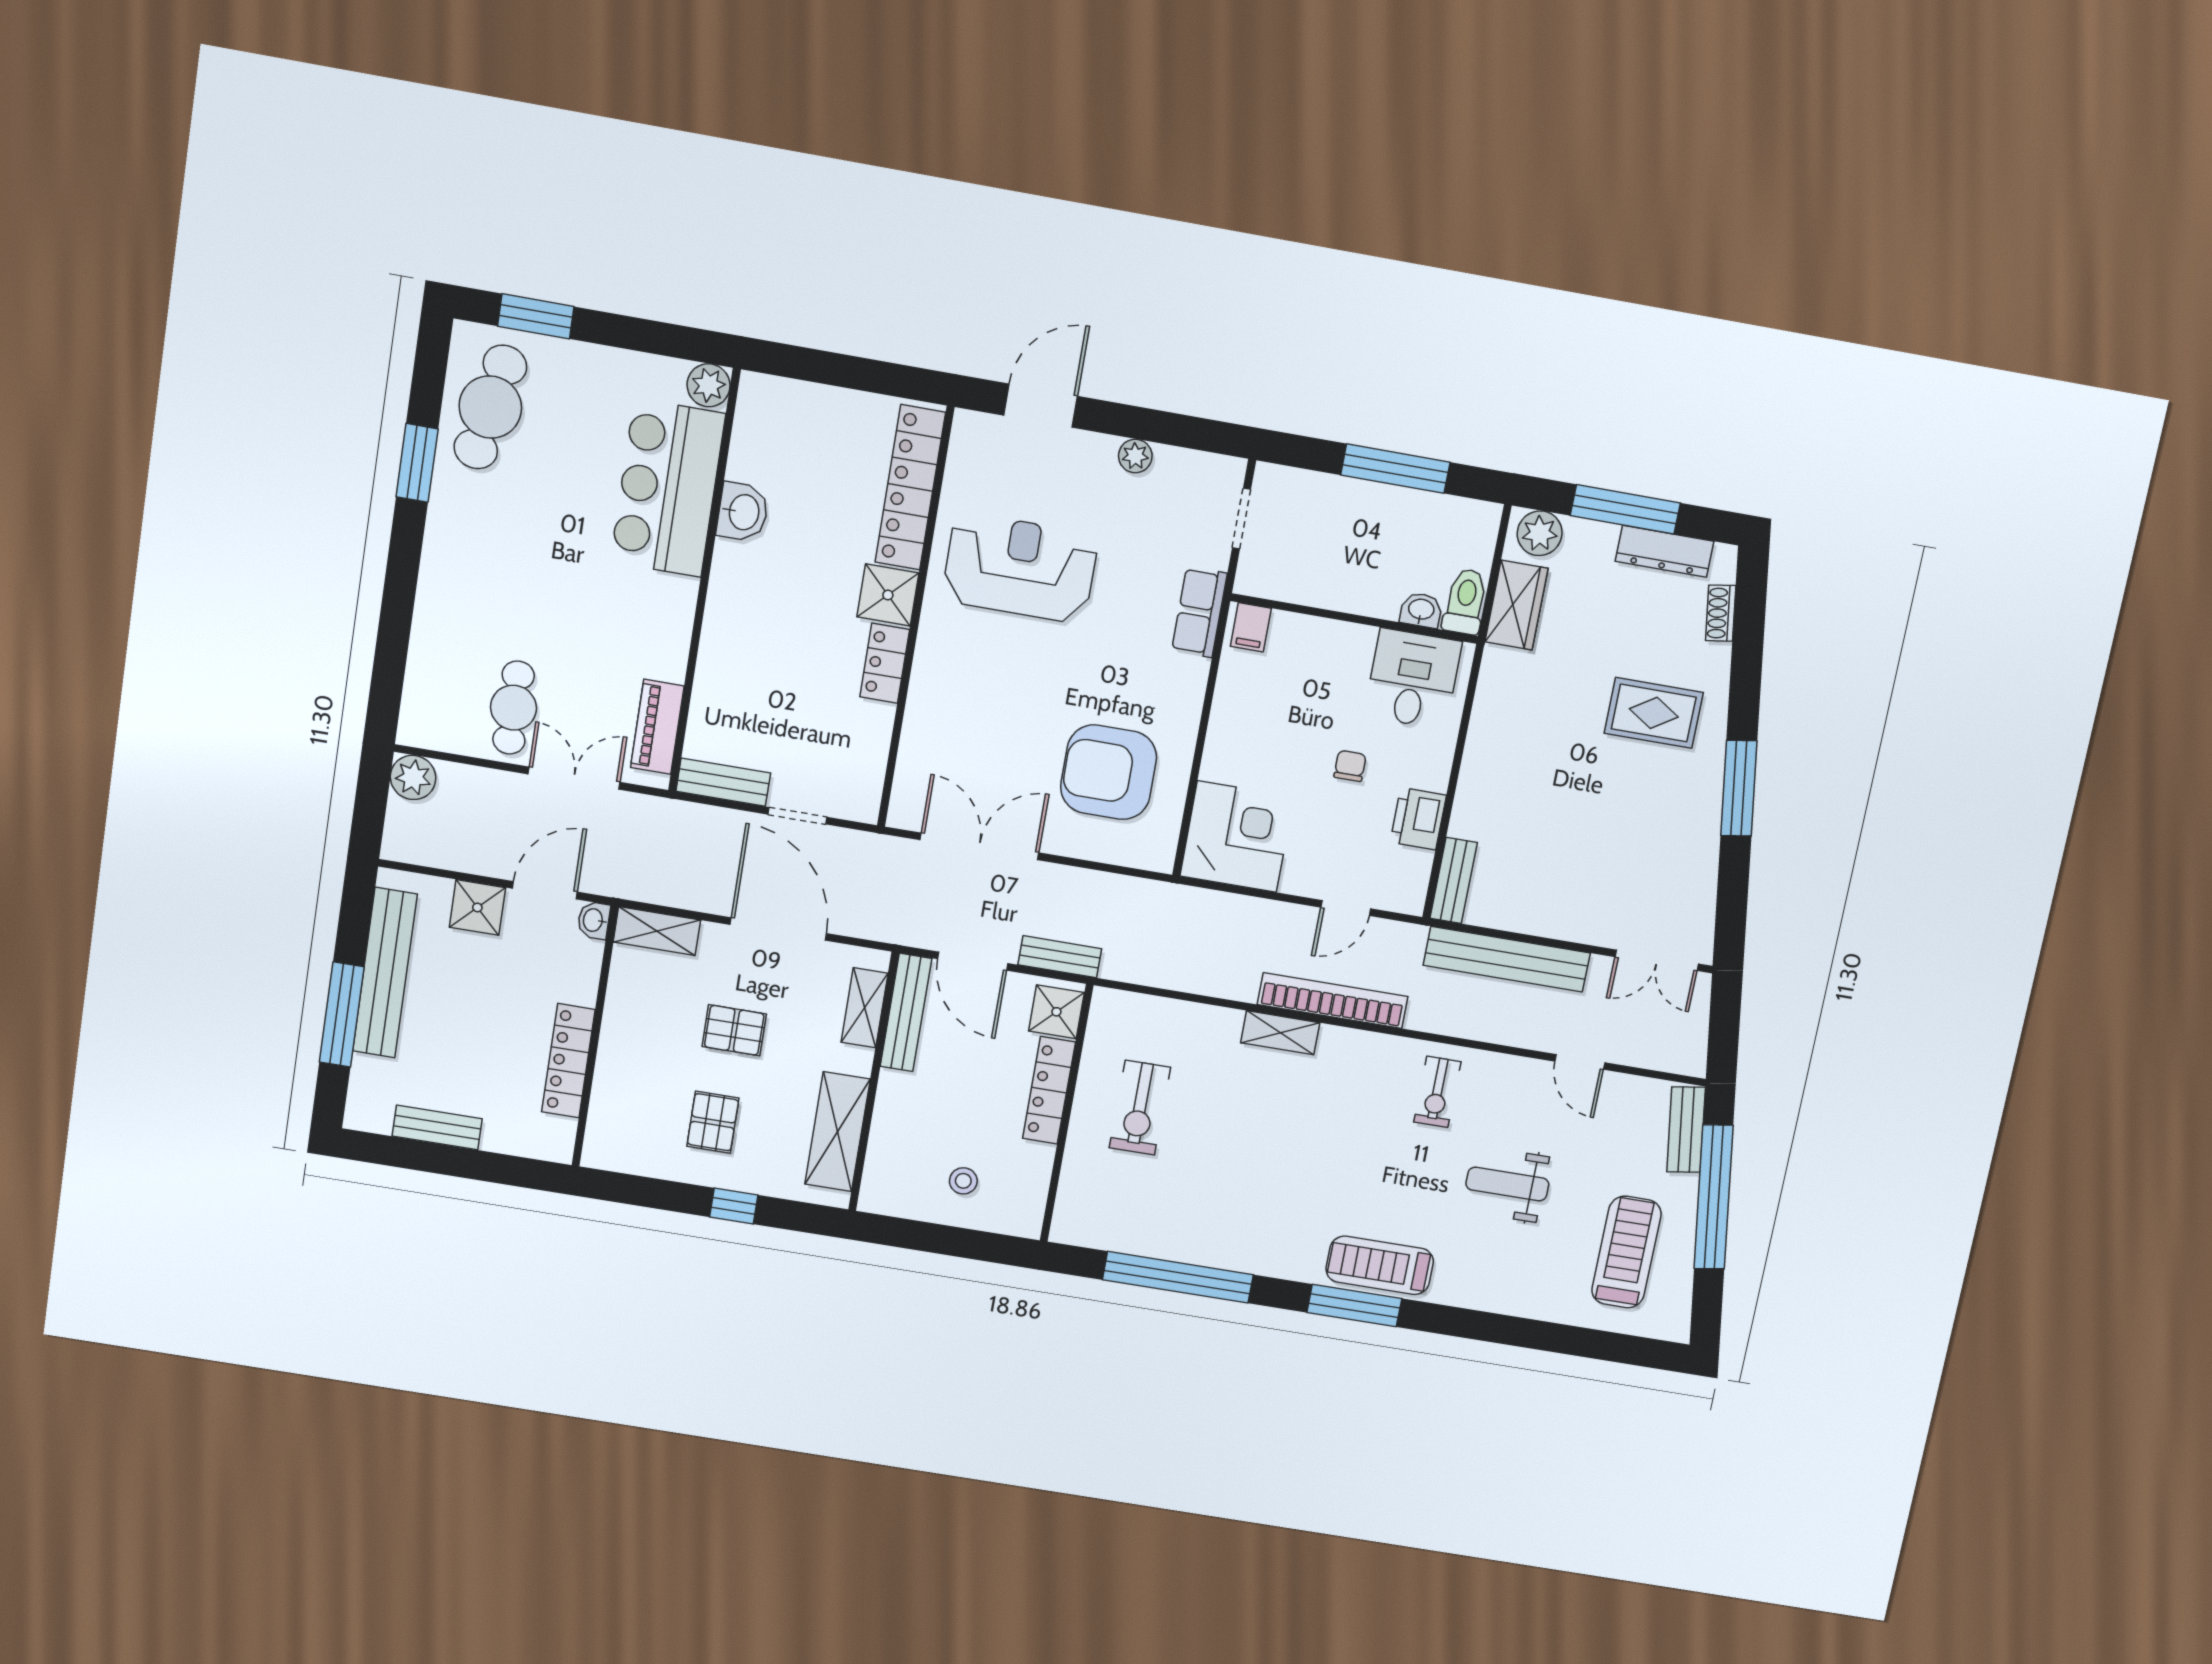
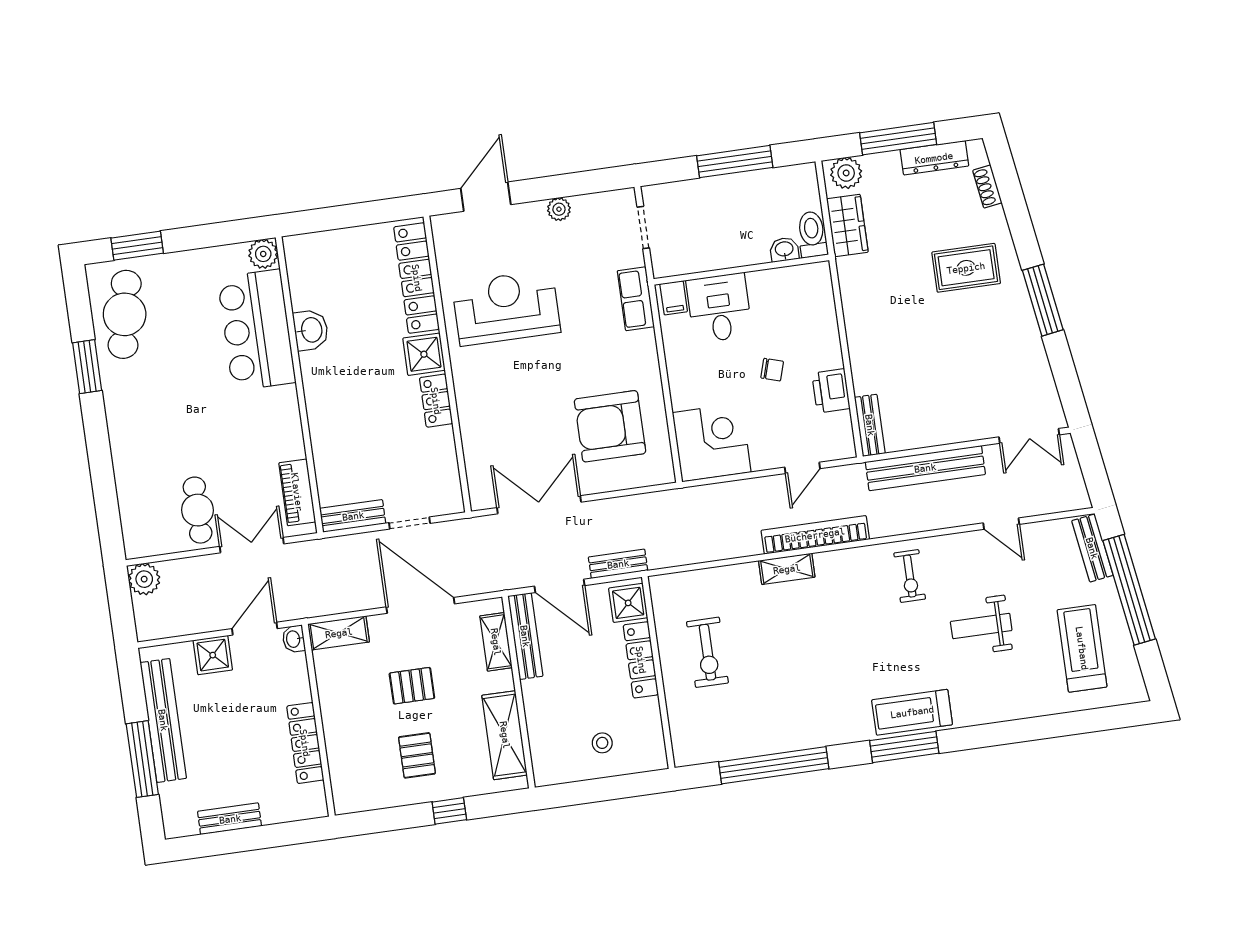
desk: (1413, 679) -> (719, 308), moved
chair: (1350, 766) -> (772, 370), turned 107

